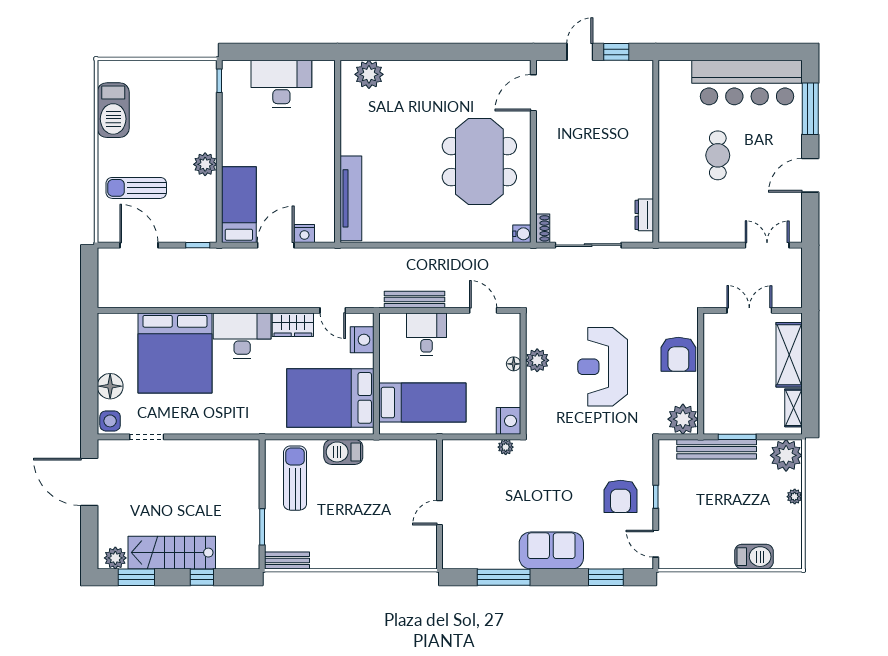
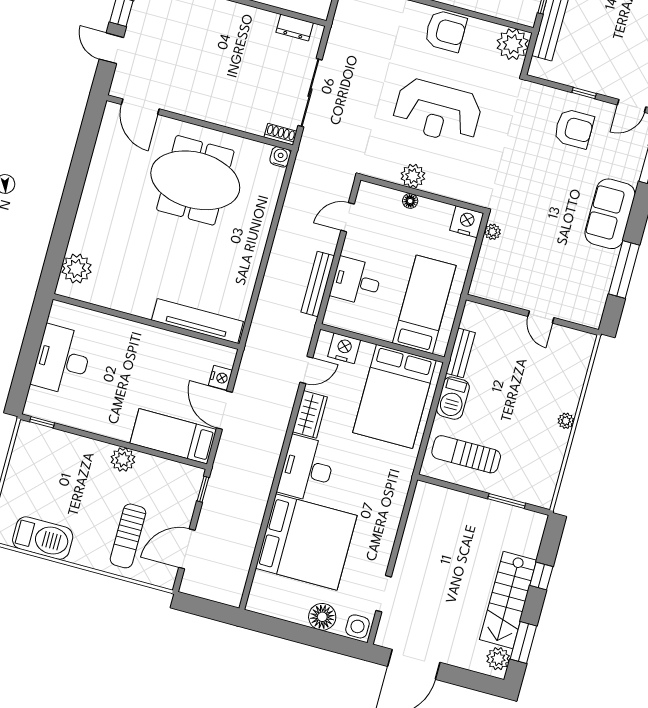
bench: (287, 560) -> (461, 353), moved
plant: (350, 561) -> (566, 421), added

